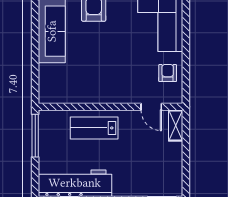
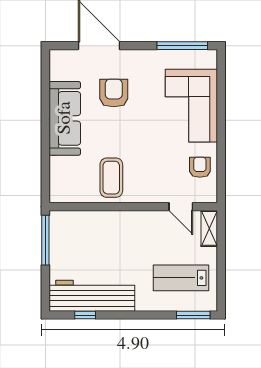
coffee table: (92, 82) -> (111, 178), added
lab bench: (94, 128) -> (181, 278), moved

